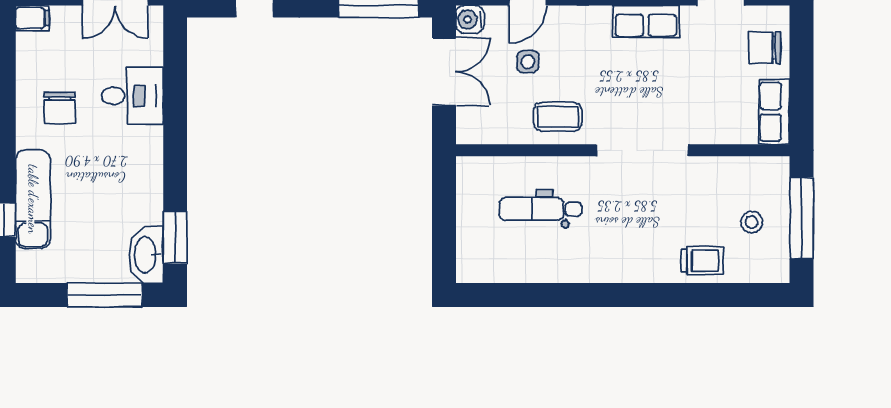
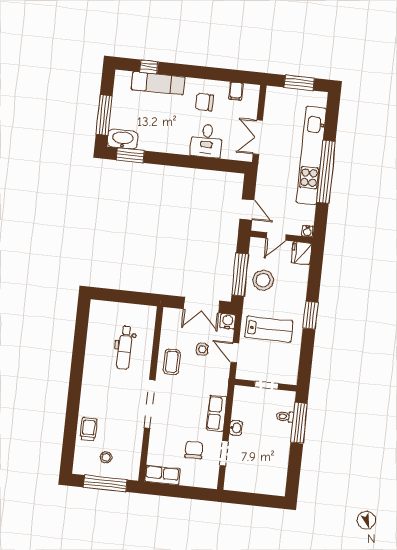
filing cabinet: (32, 18) -> (236, 91), moved
chair: (764, 48) -> (194, 450), moved
dental chair: (540, 209) -> (125, 348), turned 180
trolley: (702, 261) -> (89, 429), turned 180

